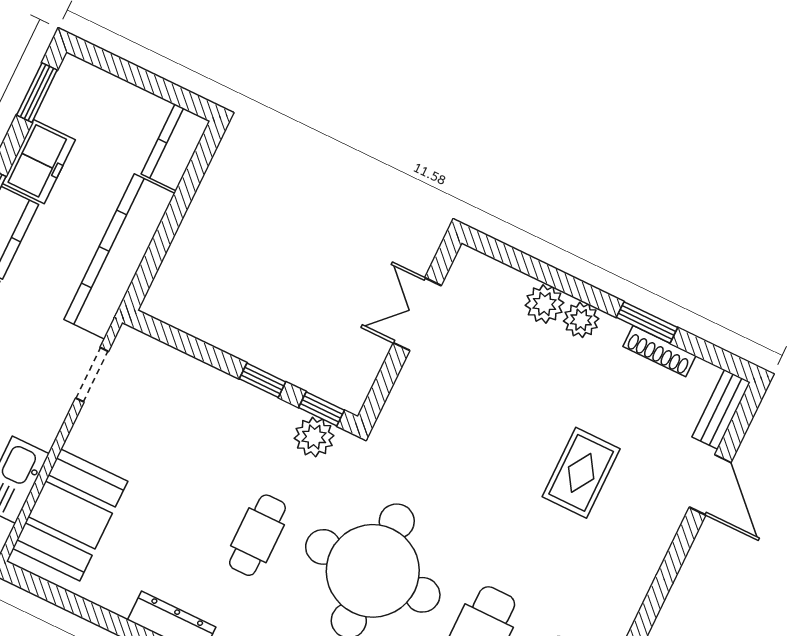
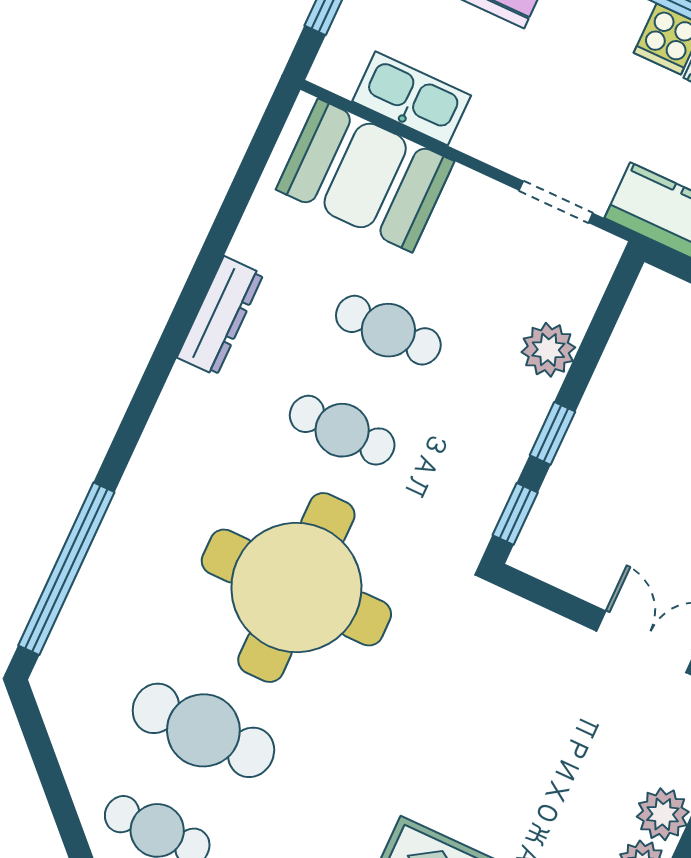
plant: (314, 437) -> (548, 350), moved
cafe table: (184, 500) -> (388, 330), added

